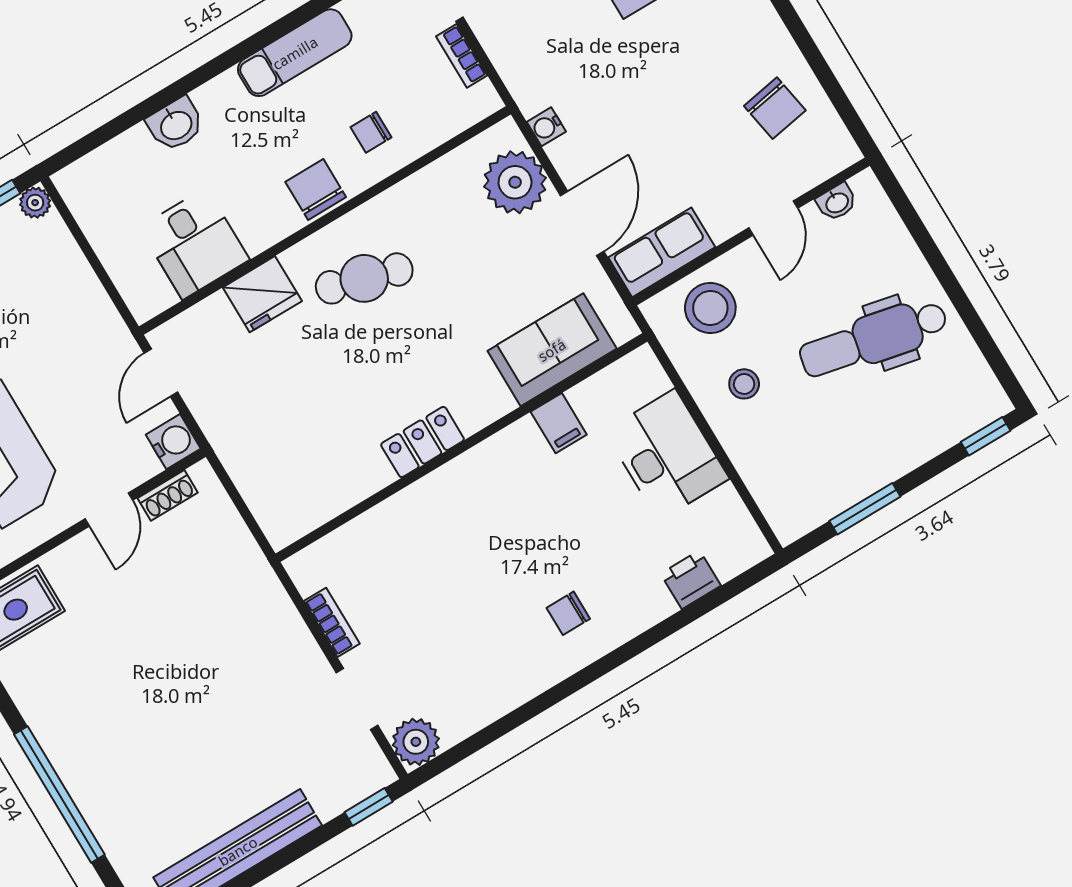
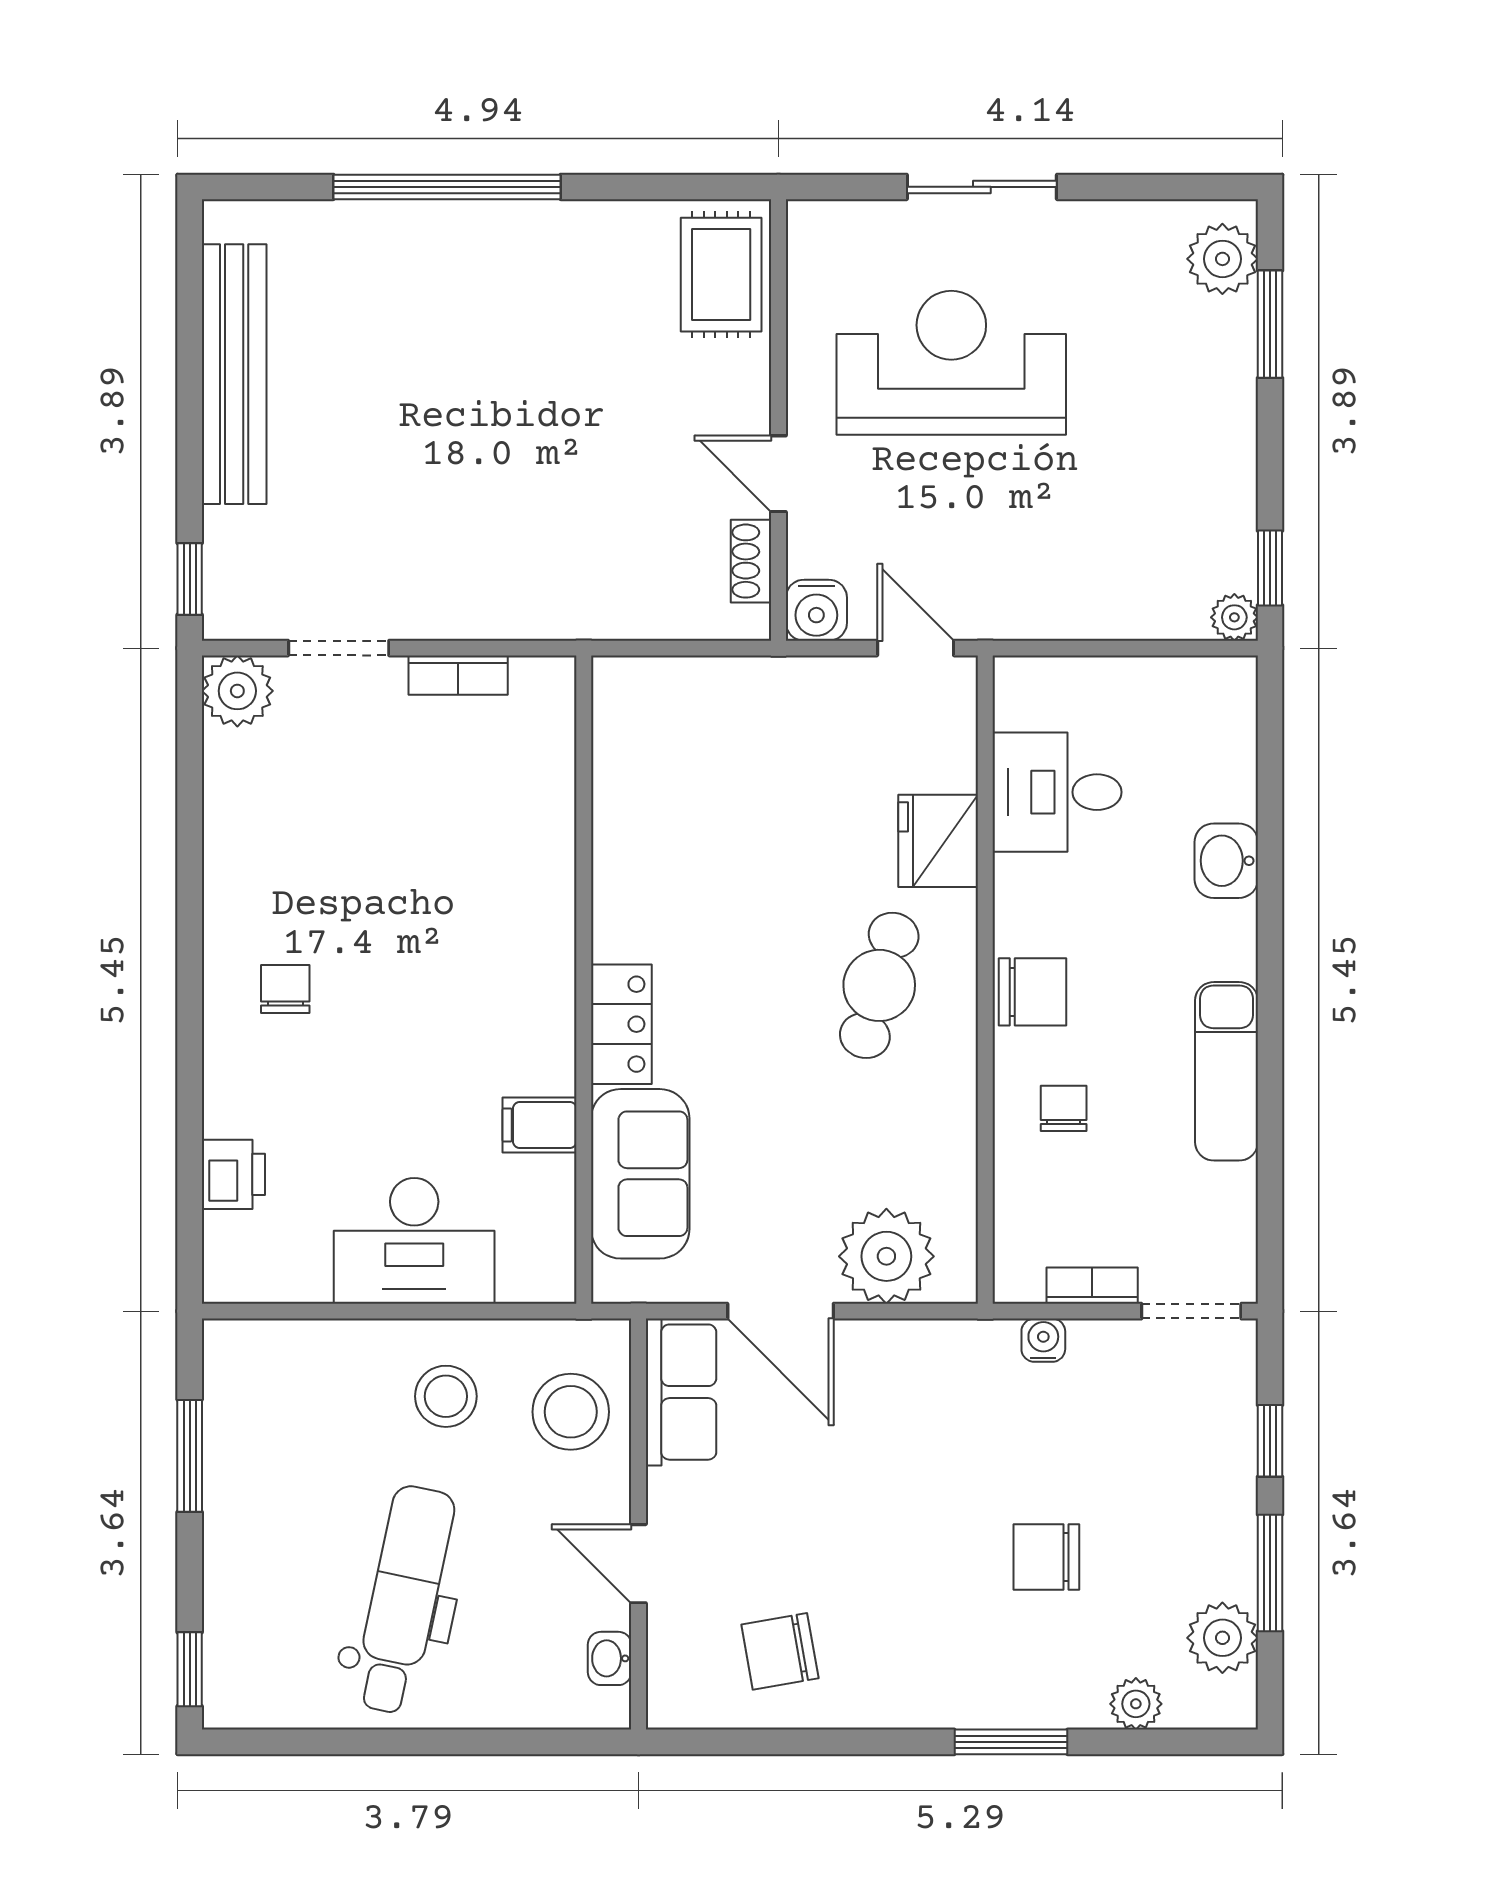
water cooler: (546, 127) -> (1043, 1340), moved
stool: (744, 384) -> (446, 1396), width x1.37, depth x1.37
locker: (423, 442) -> (621, 1024), moved

